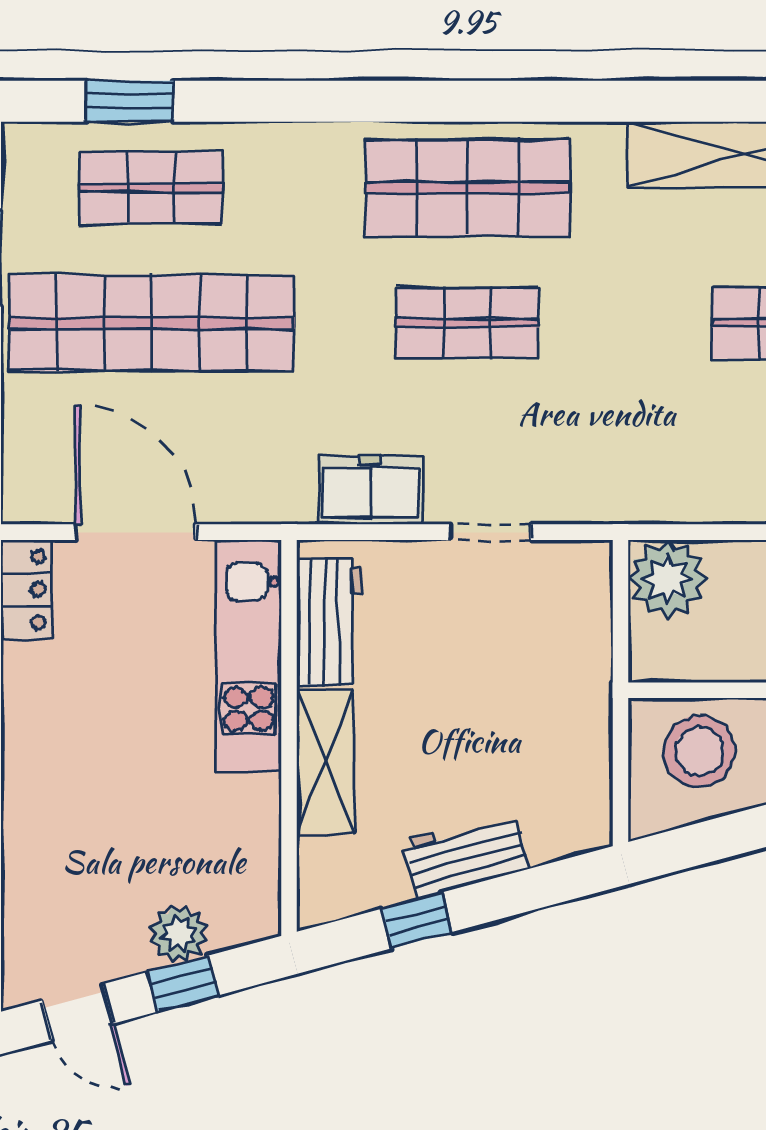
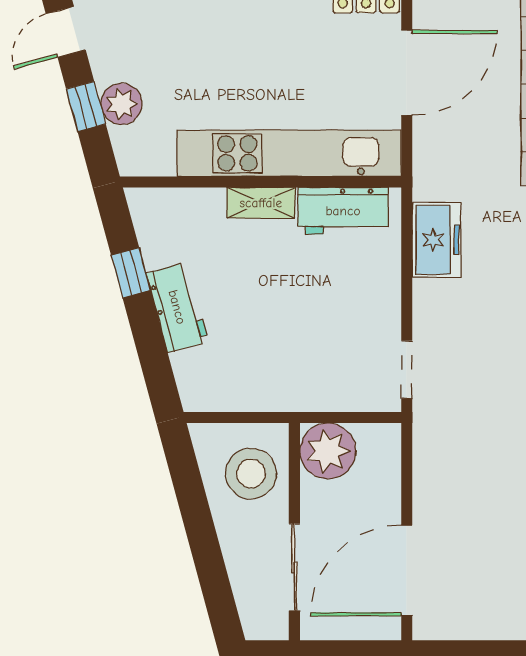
doorway: (490, 532) -> (407, 369), moved
plant: (668, 579) -> (328, 451), moved
kitchen unit: (249, 656) -> (289, 153), width x1.36
shelving: (325, 761) -> (261, 203), width x0.67, depth x0.75

